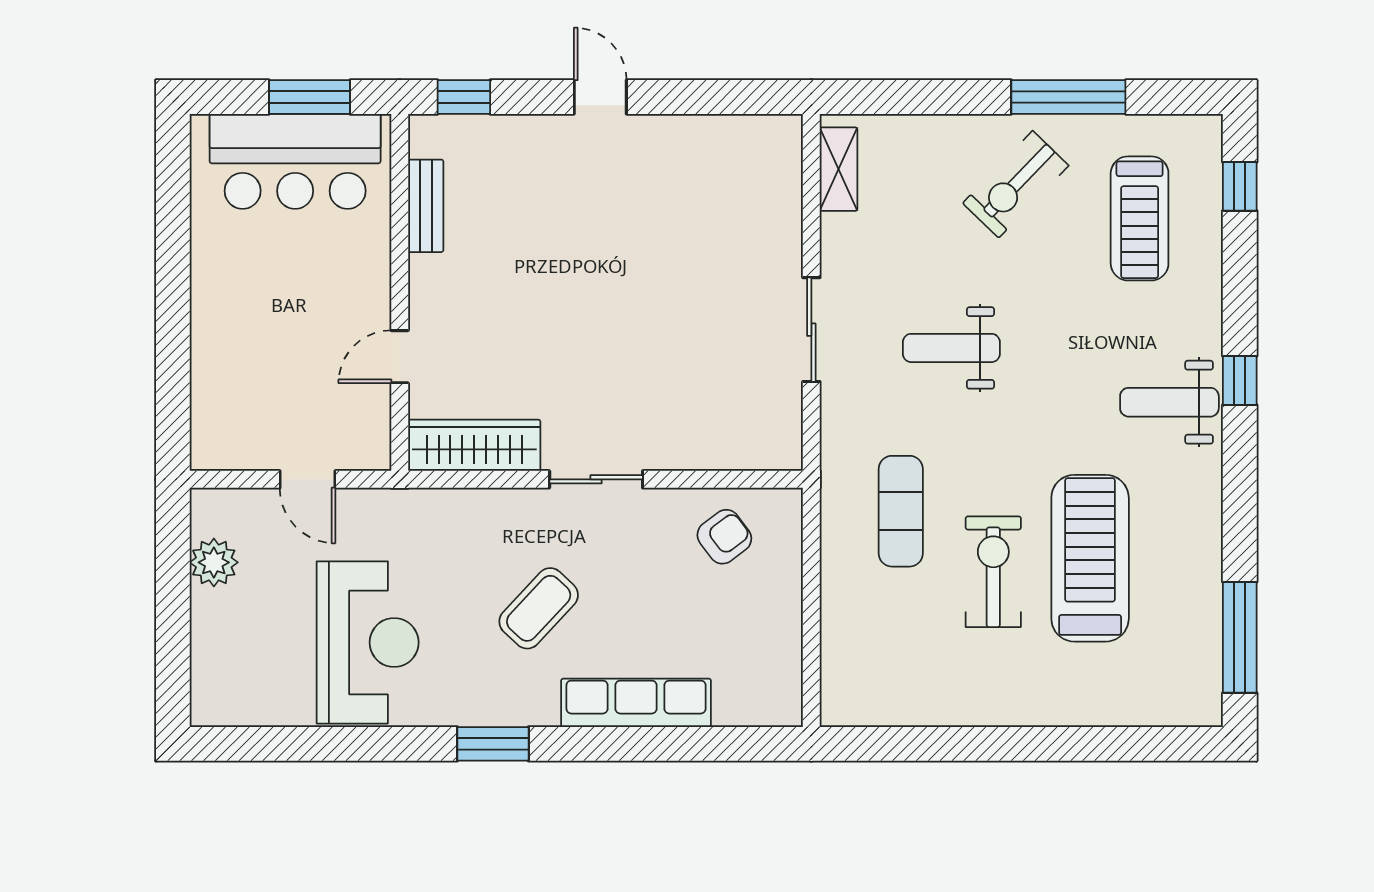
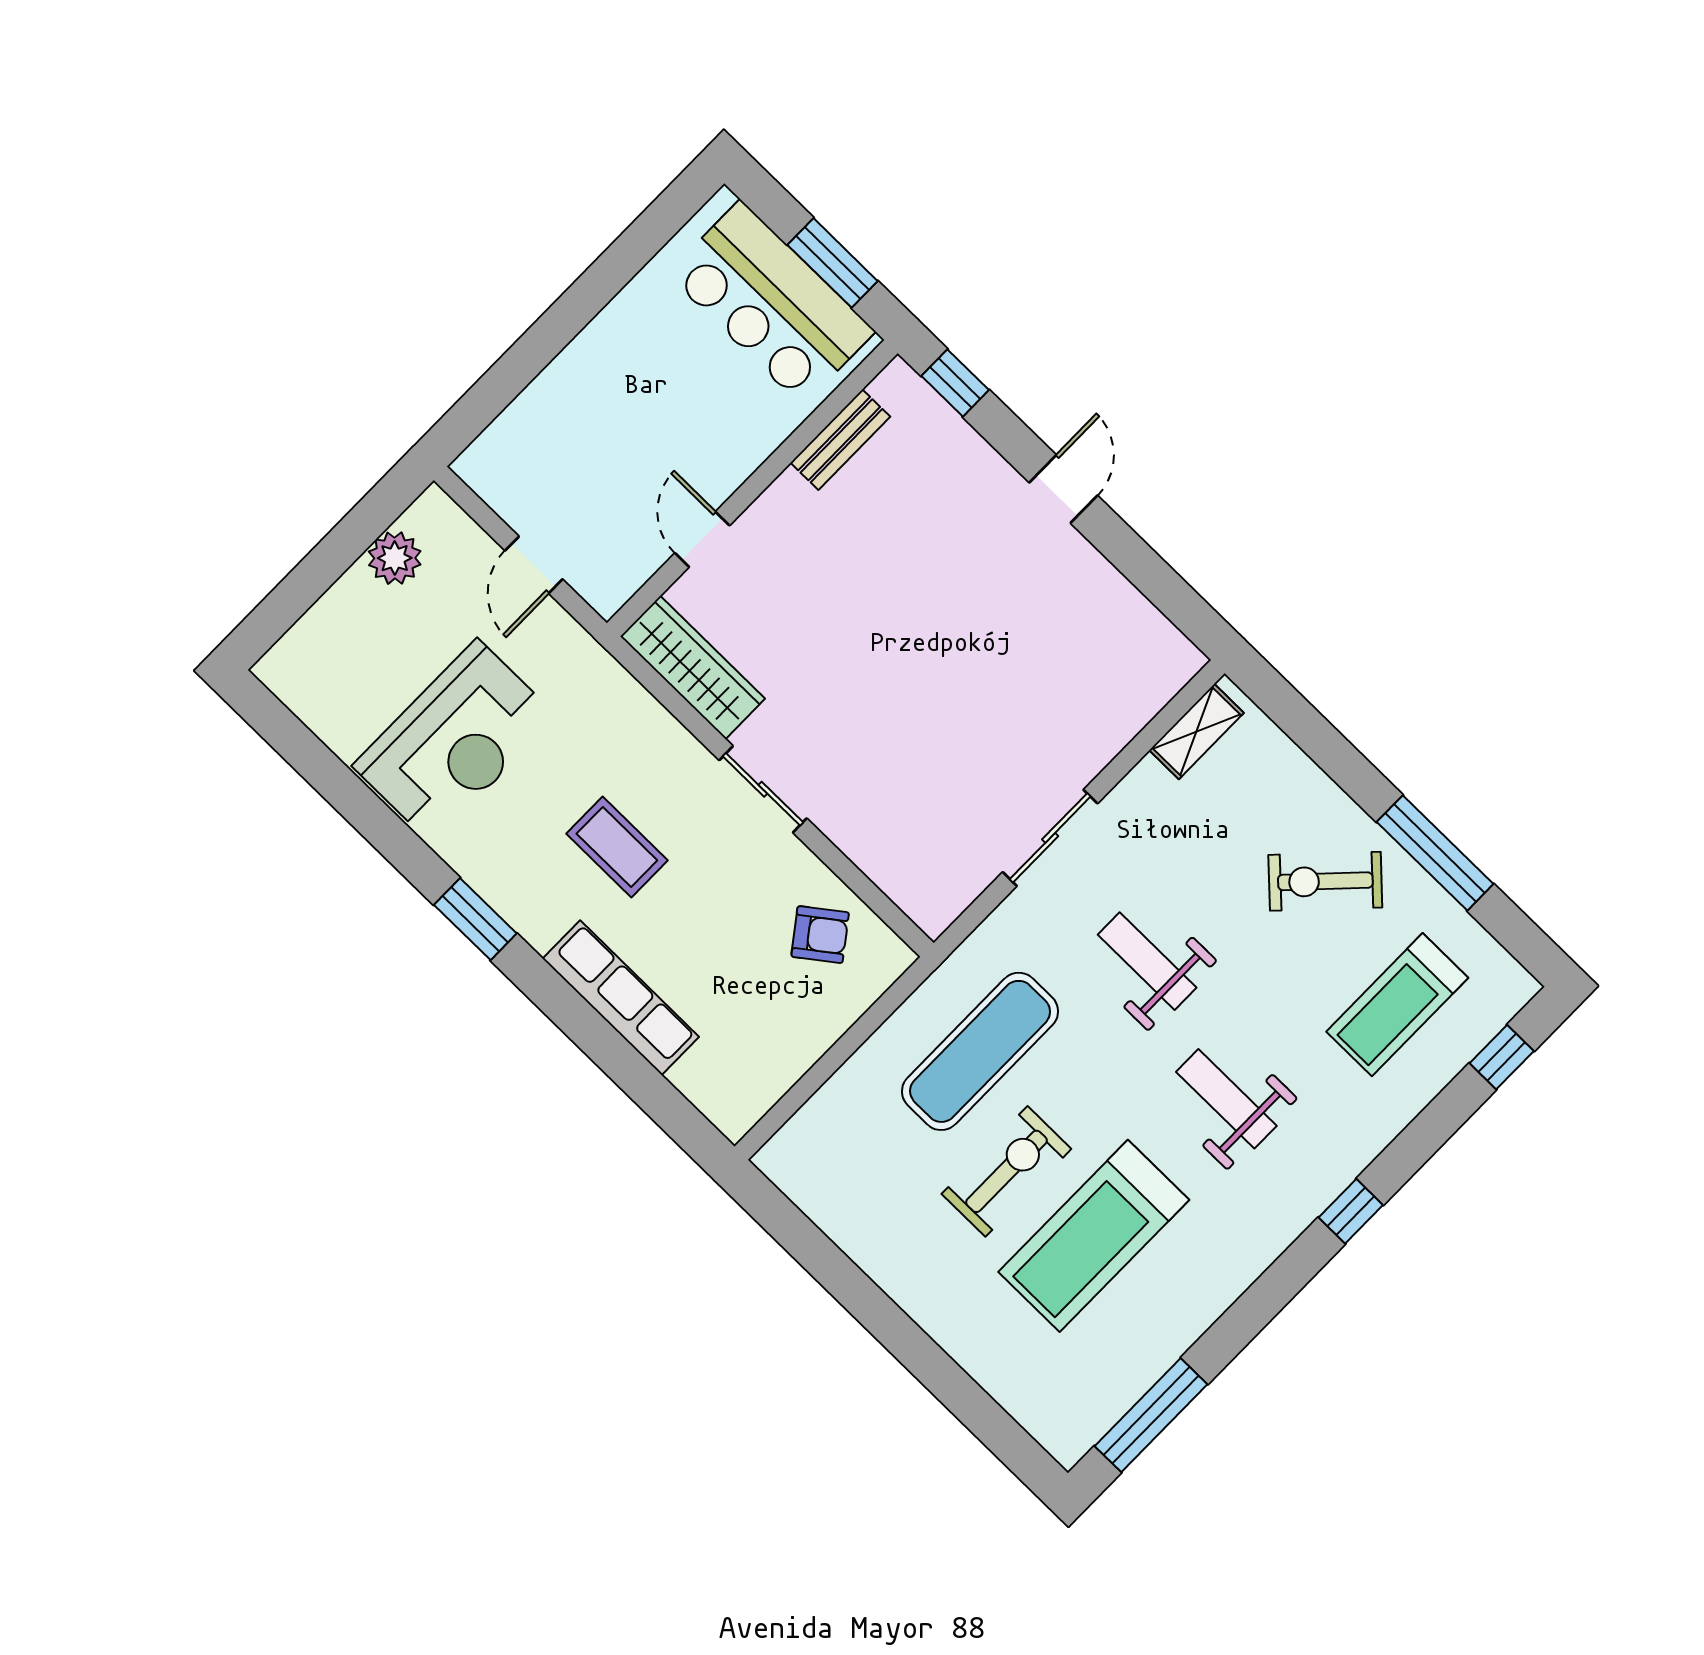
door: (400, 357) -> (702, 539), hinge flipped
weight bench: (1169, 402) -> (1226, 1099), moved
exercise mat: (901, 511) -> (980, 1051), width x1.36, depth x1.45
treadmill: (1090, 558) -> (1094, 1236), turned 180
coffee table: (539, 608) -> (617, 847), turned 47

